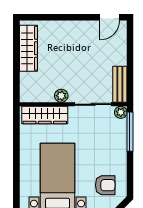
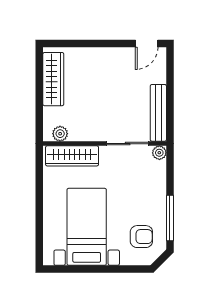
bench: (120, 84) -> (158, 113), width x1.36
plant: (61, 96) -> (60, 134), moved
window: (130, 132) -> (170, 218), moved

